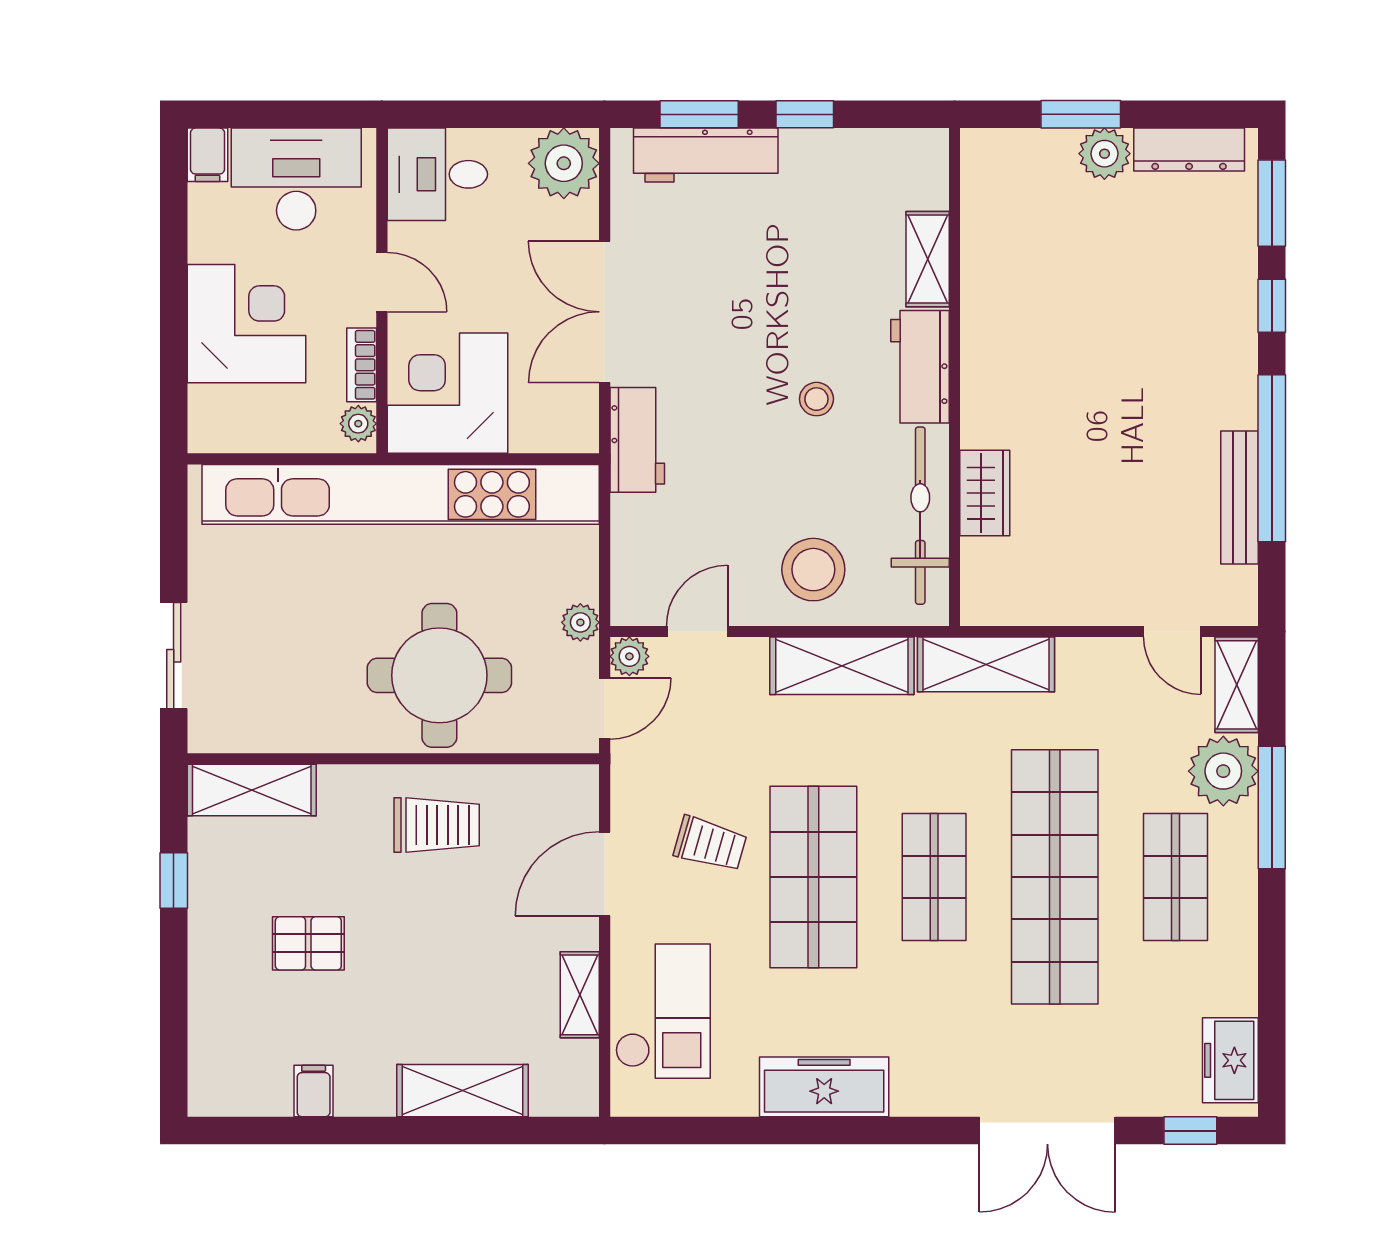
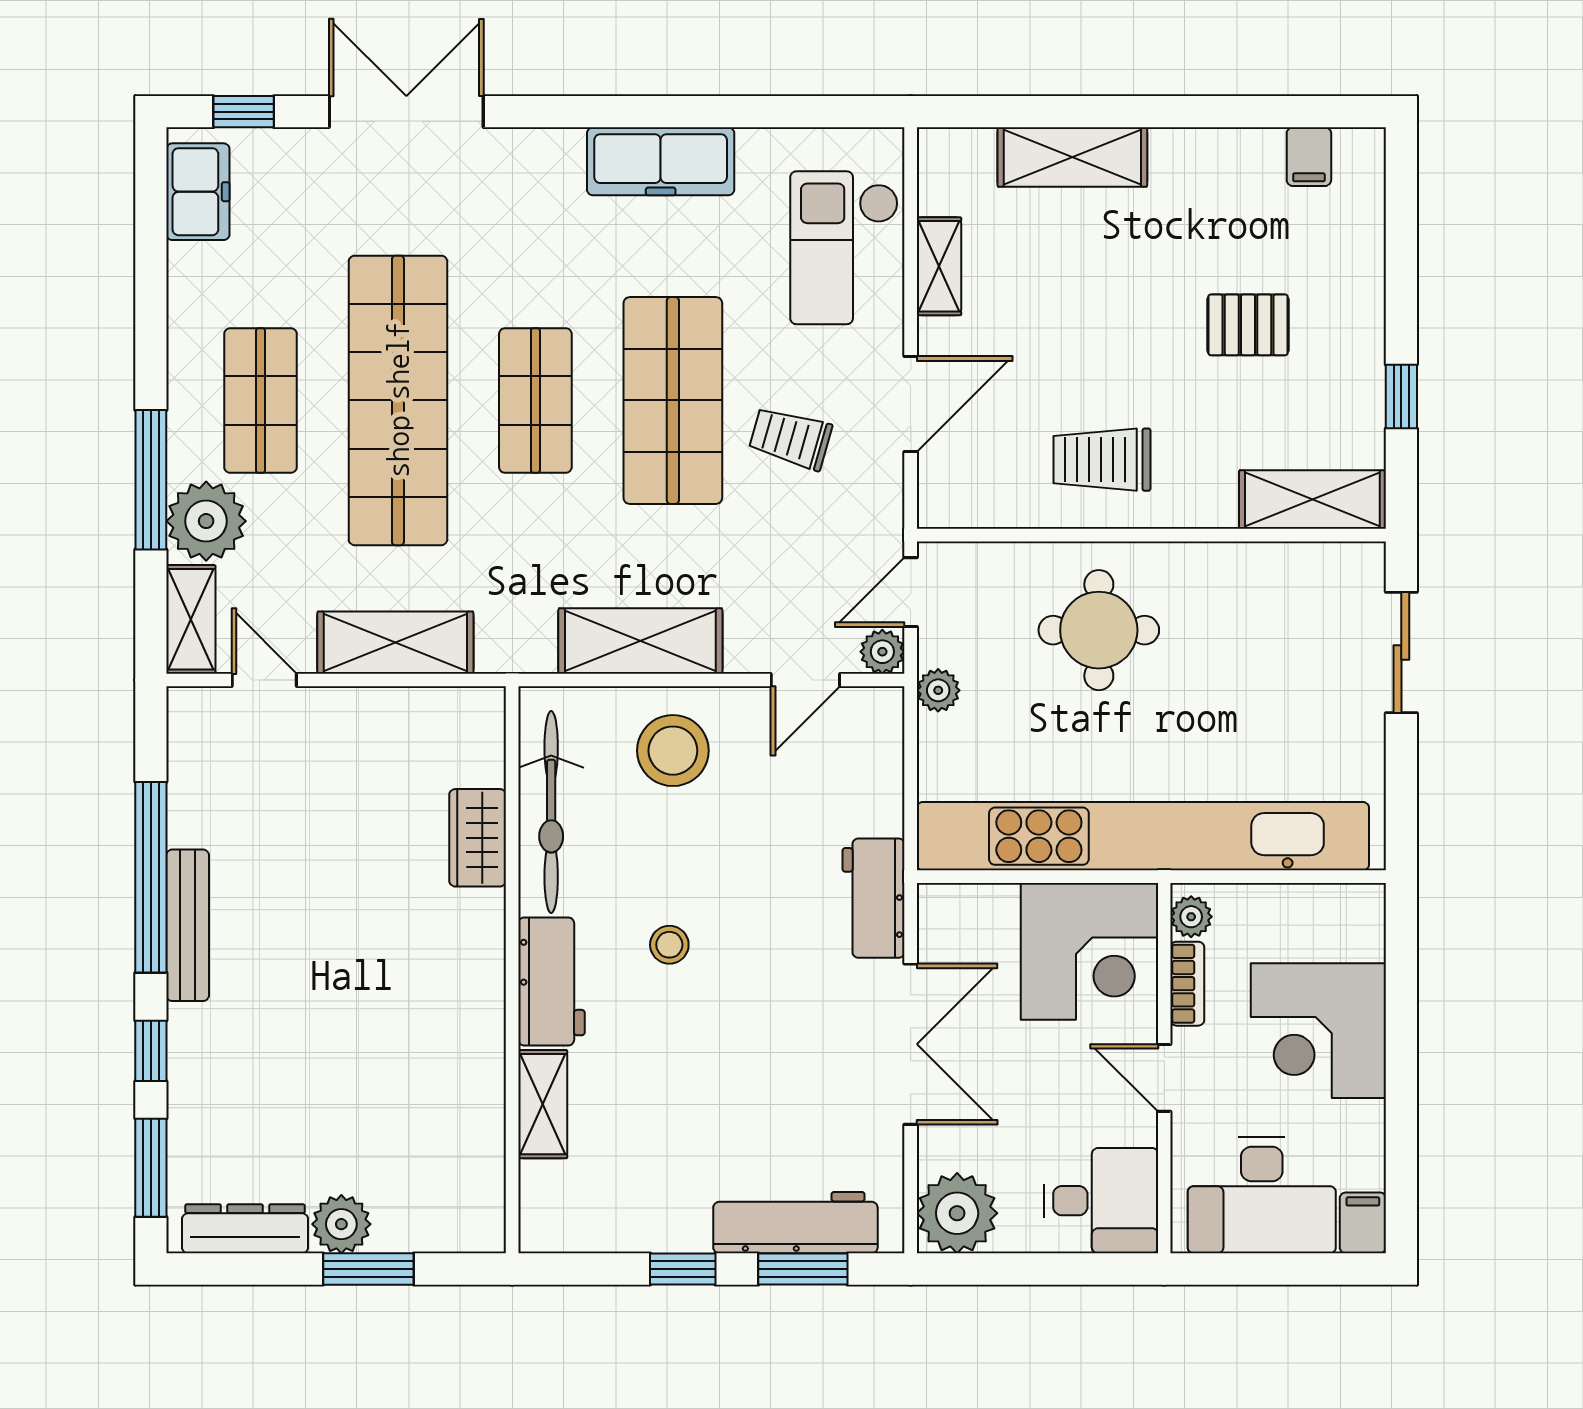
bench: (1239, 497) -> (188, 925), moved
shelving: (986, 664) -> (395, 643), moved
round table: (439, 675) -> (1099, 630), width x0.73, depth x0.73
filing cabinet: (314, 1091) -> (1309, 157), moved

